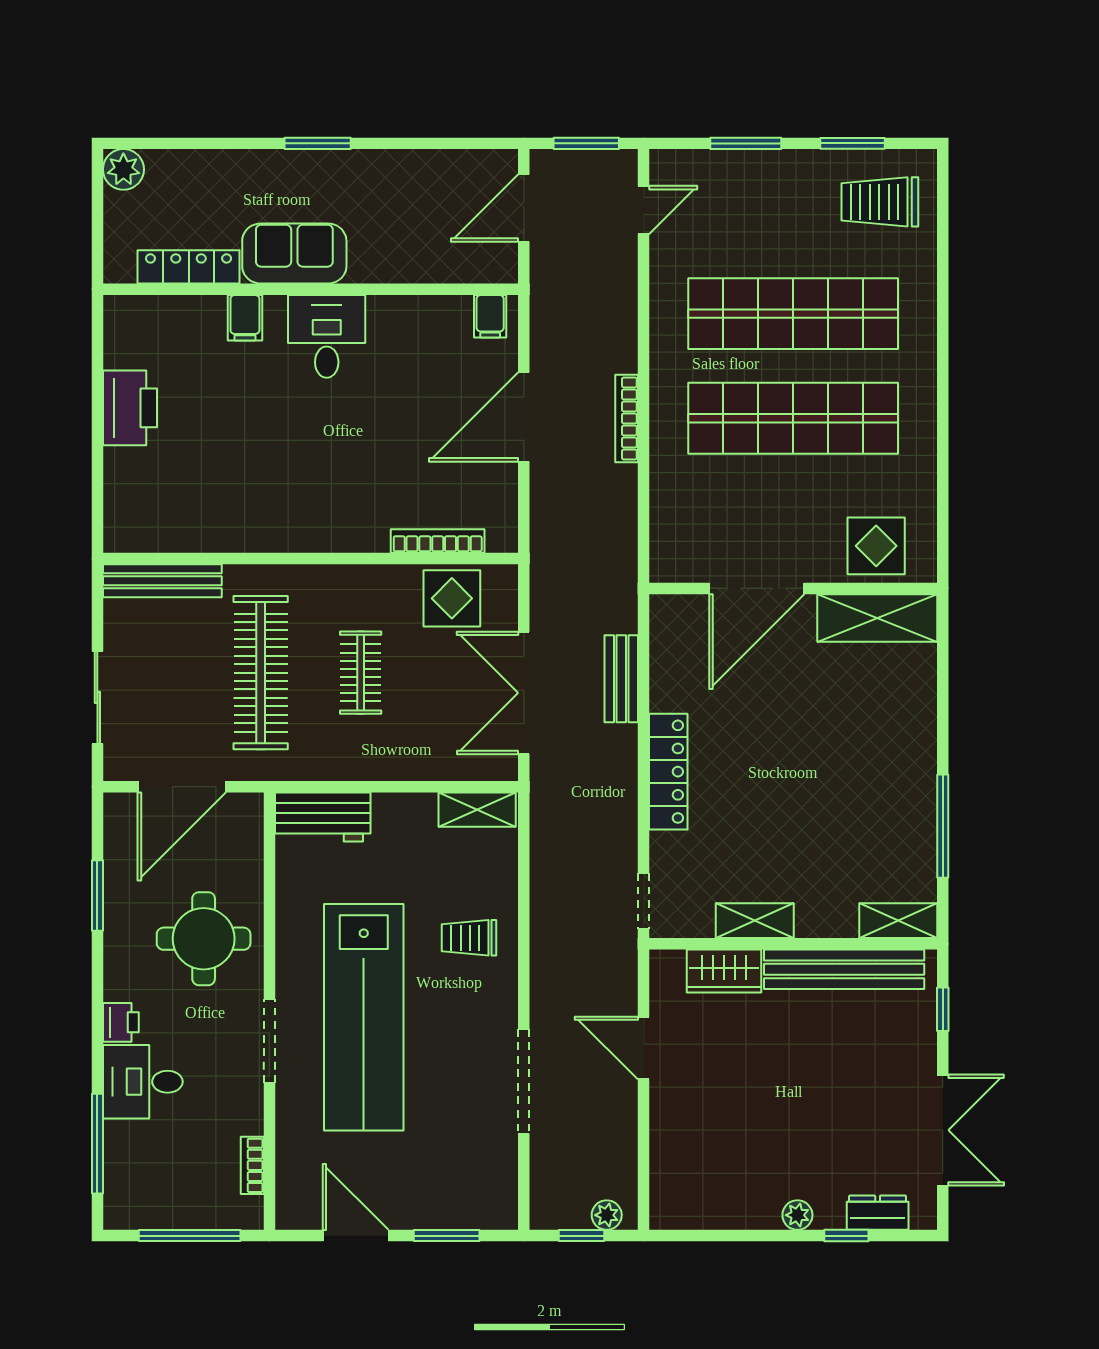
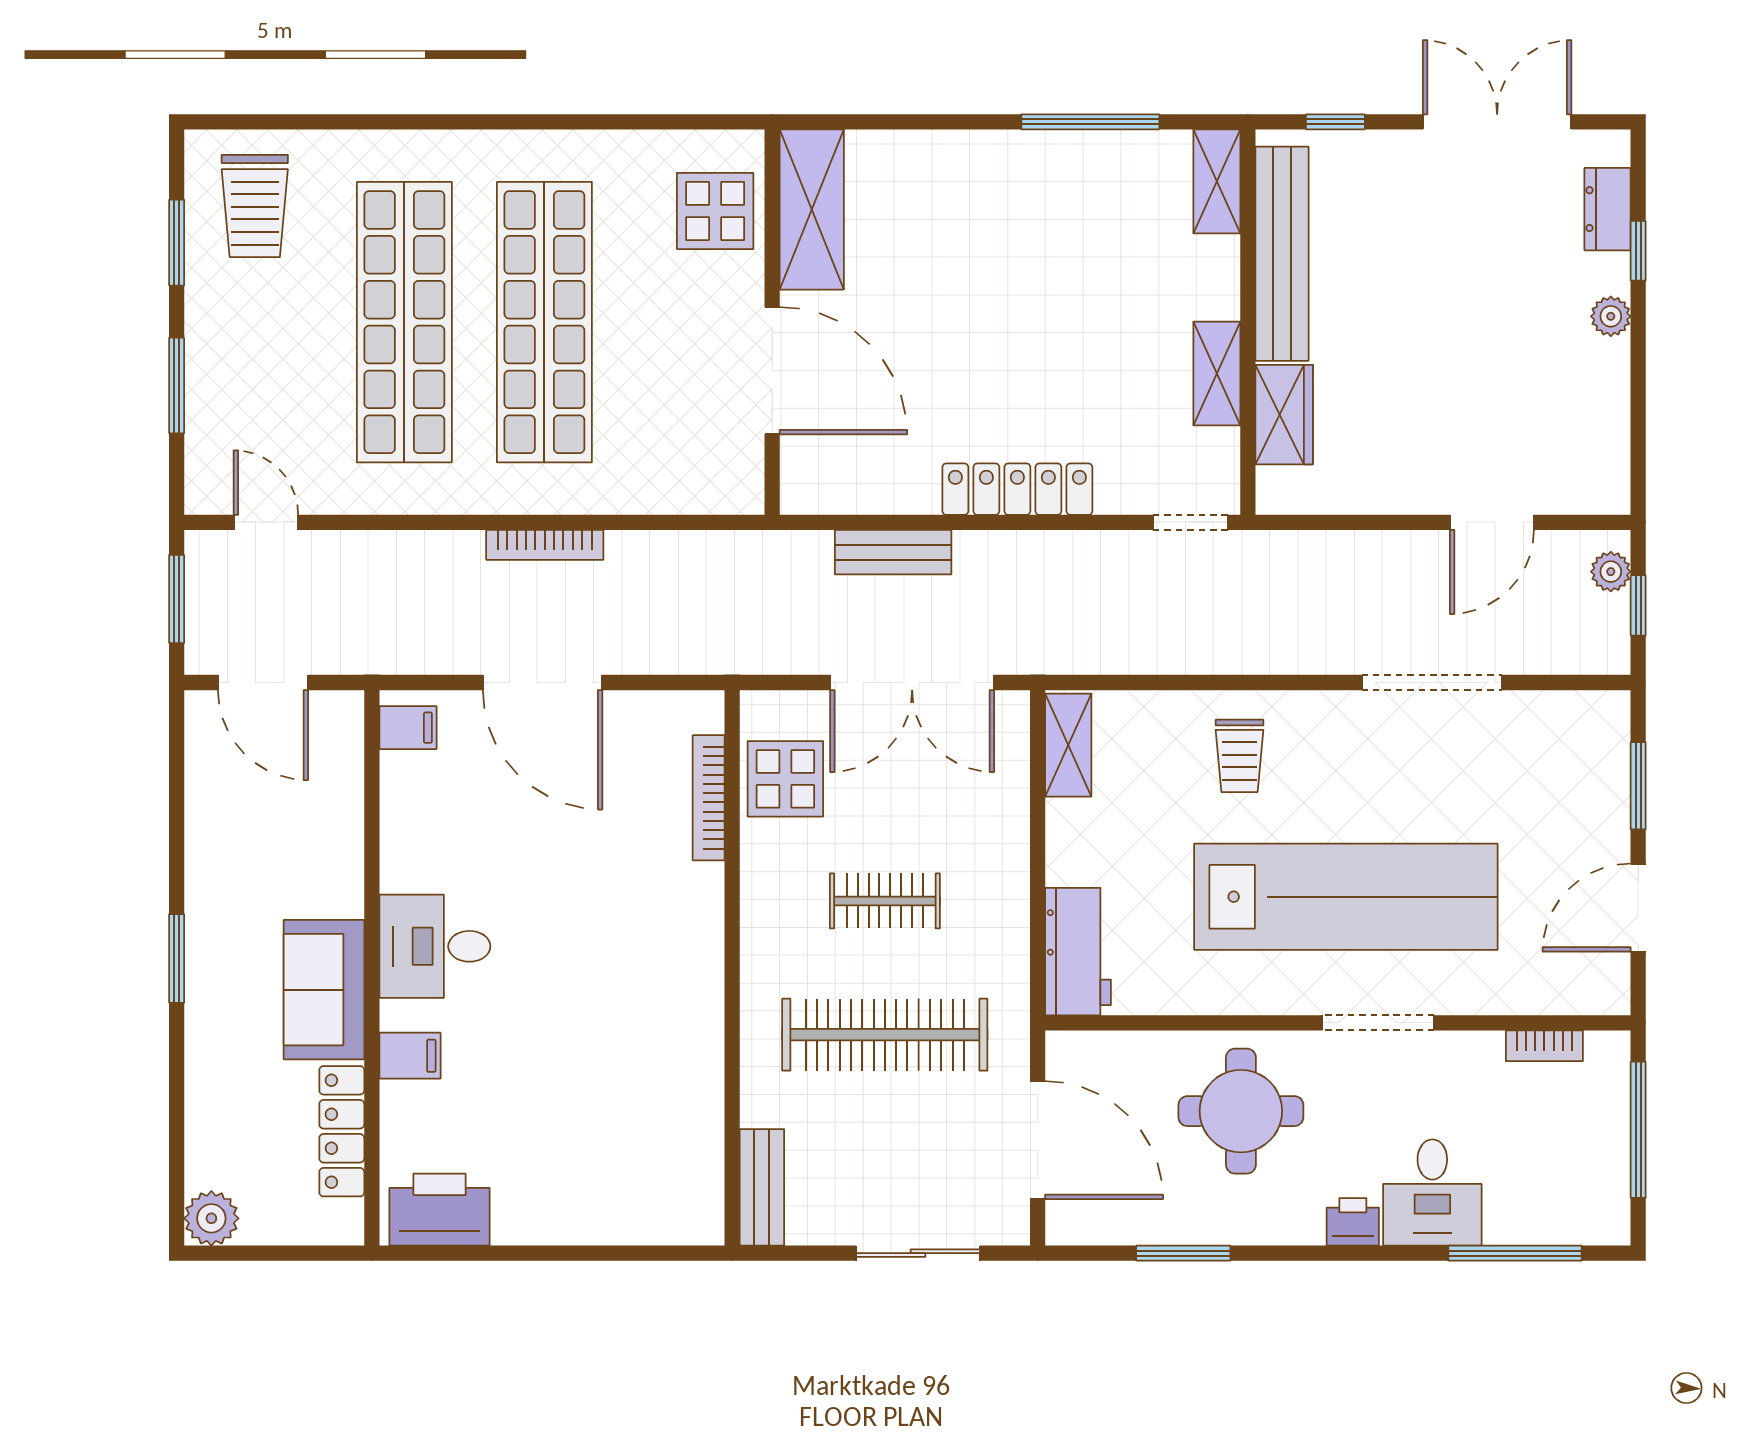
printer: (130, 408) -> (439, 1210), moved
bench: (162, 581) -> (762, 1187), width x0.73
door: (644, 1048) -> (1492, 522), moved

